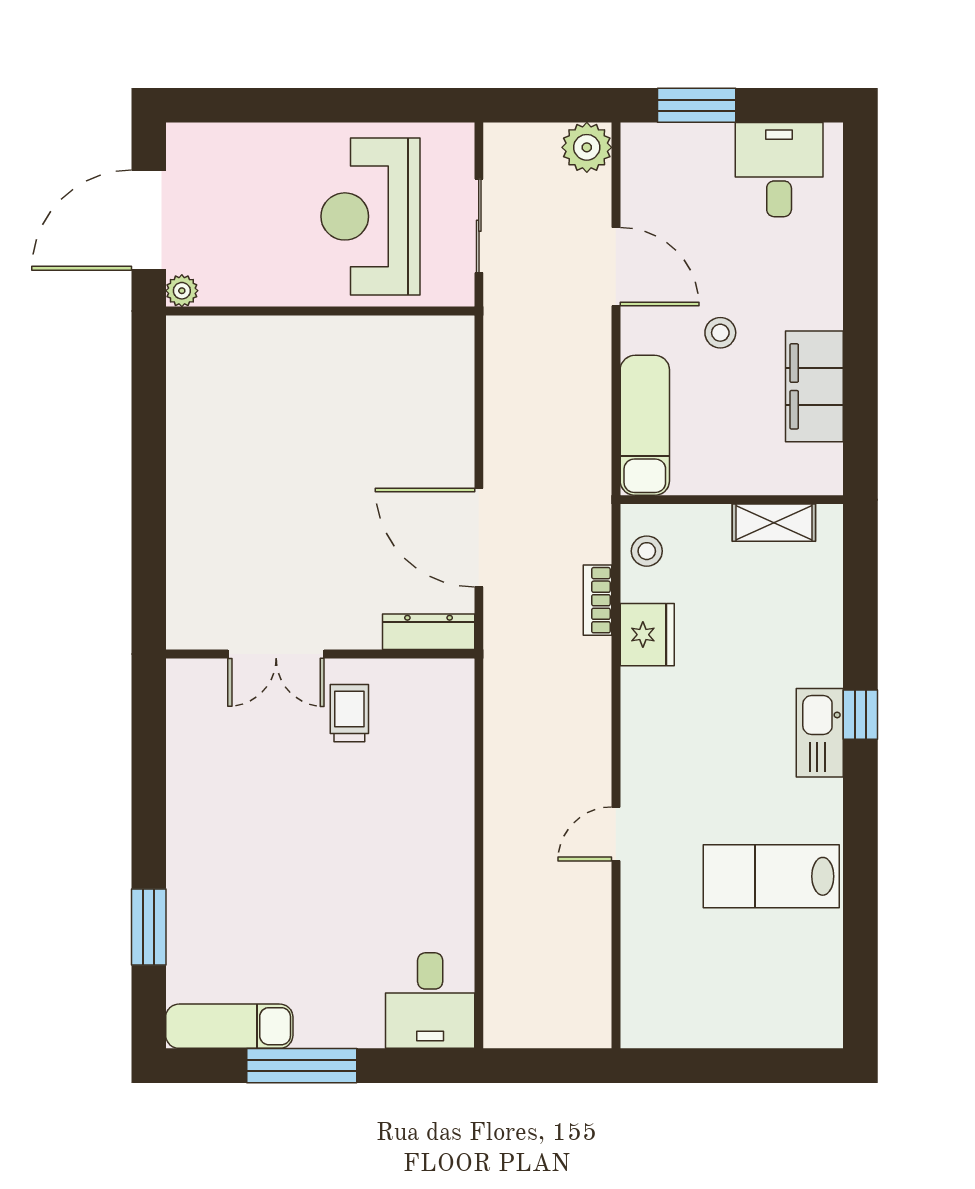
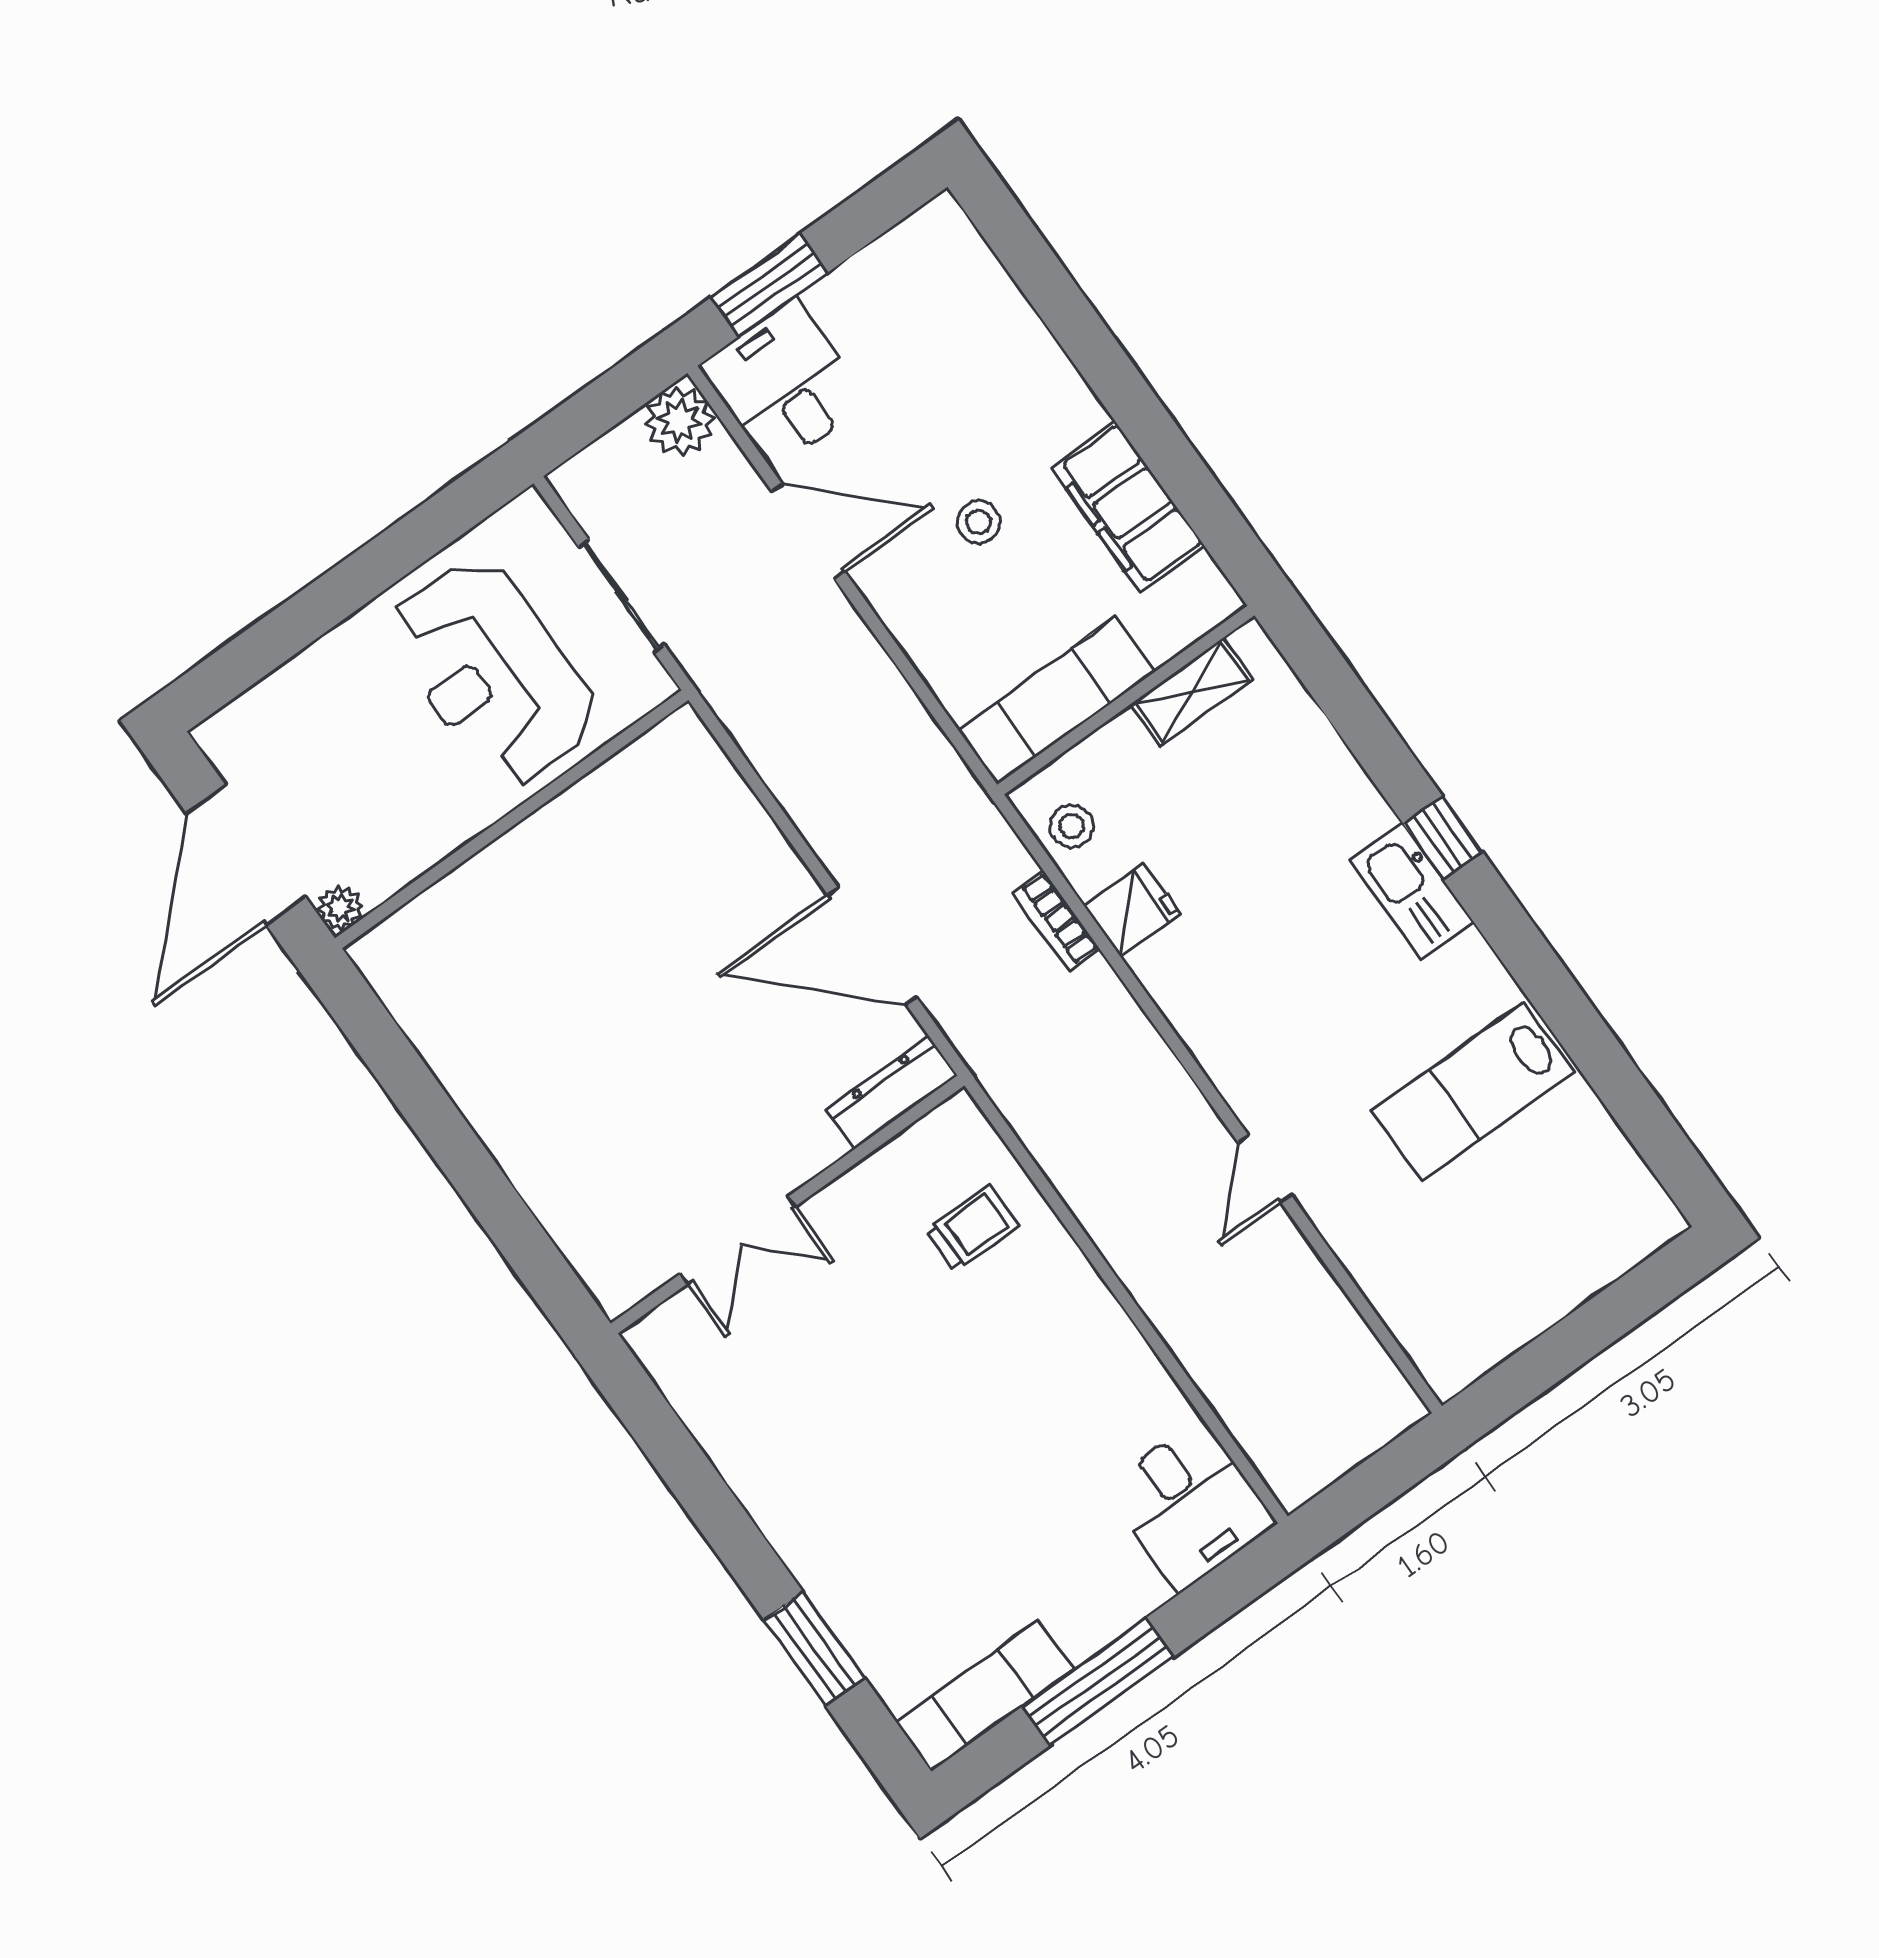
desk: (779, 170) -> (784, 384), moved
exam couch: (645, 425) -> (1056, 701), moved, turned -90
fridge: (647, 635) -> (1132, 910), width x0.72
trolley: (349, 713) -> (972, 1228), moved, turned 90

